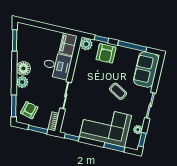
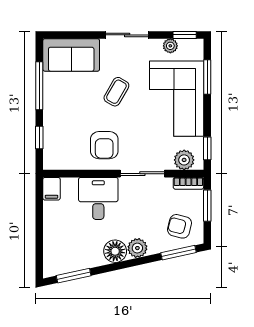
filing cabinet: (68, 44) -> (51, 189), width x0.50
plant: (86, 44) -> (184, 160), moved
armchair: (106, 53) -> (104, 145), moved, turned 90

